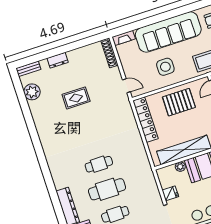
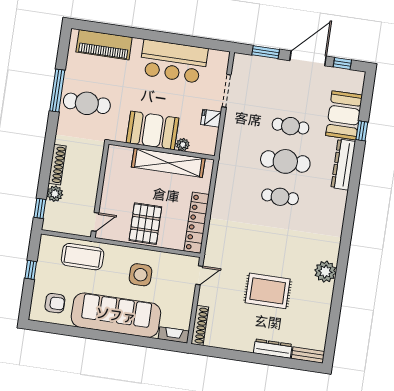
dresser: (58, 60) -> (273, 349), width x1.44
door: (126, 86) -> (199, 275), swing flipped
plant: (32, 92) -> (325, 272), moved
rug: (76, 98) -> (268, 291), width x1.36, depth x1.43
pallet: (179, 102) -> (145, 224), turned 90

